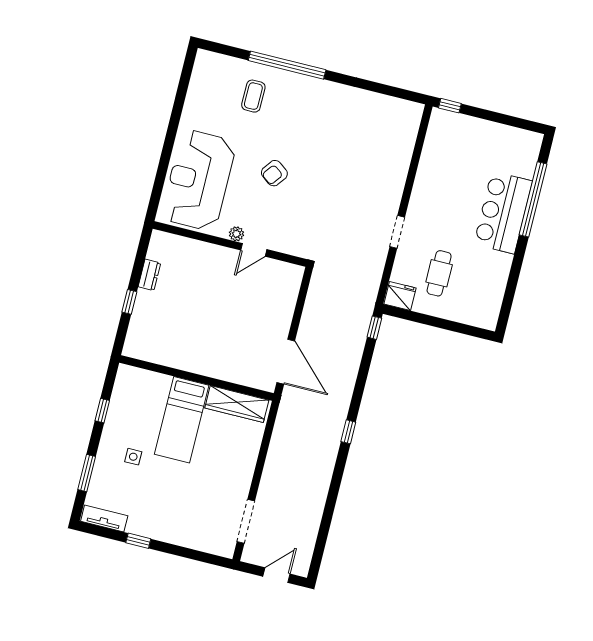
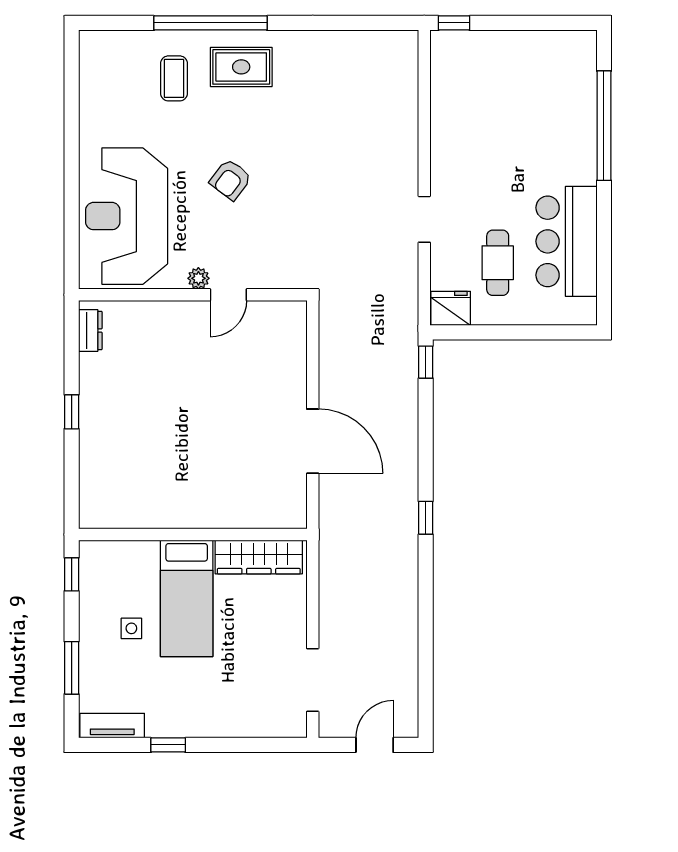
rug: (300, 100) -> (241, 67), added
bar counter: (503, 213) -> (566, 241), moved
dresser: (149, 275) -> (90, 330), moved
wall: (196, 378) -> (193, 534), moved
wardrobe: (237, 404) -> (259, 557), moved
bed: (182, 420) -> (187, 598), moved

